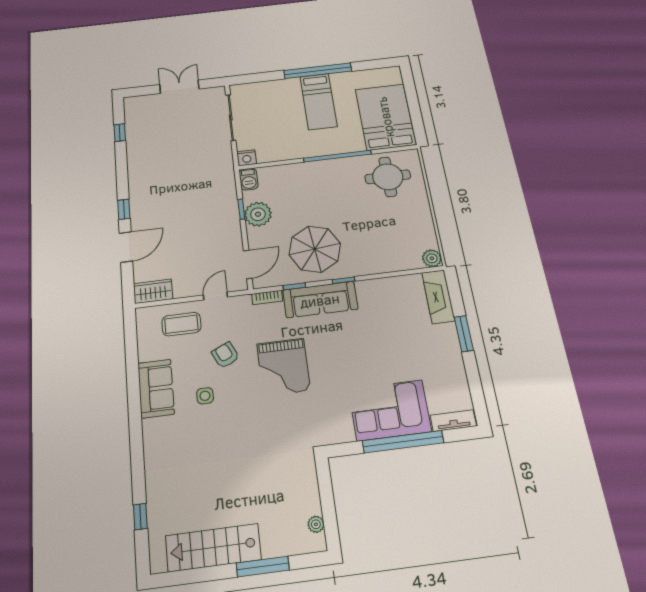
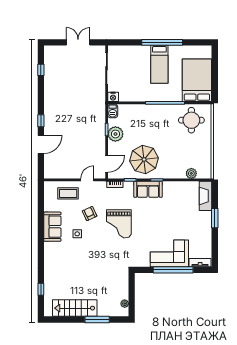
plant: (432, 258) -> (191, 173), moved
wardrobe: (153, 291) -> (54, 173), removed
sofa: (320, 300) -> (148, 189), width x0.73

